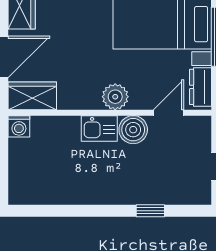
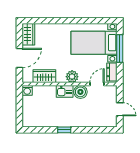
wardrobe: (32, 96) -> (44, 76), moved
window: (150, 211) -> (64, 130), moved

